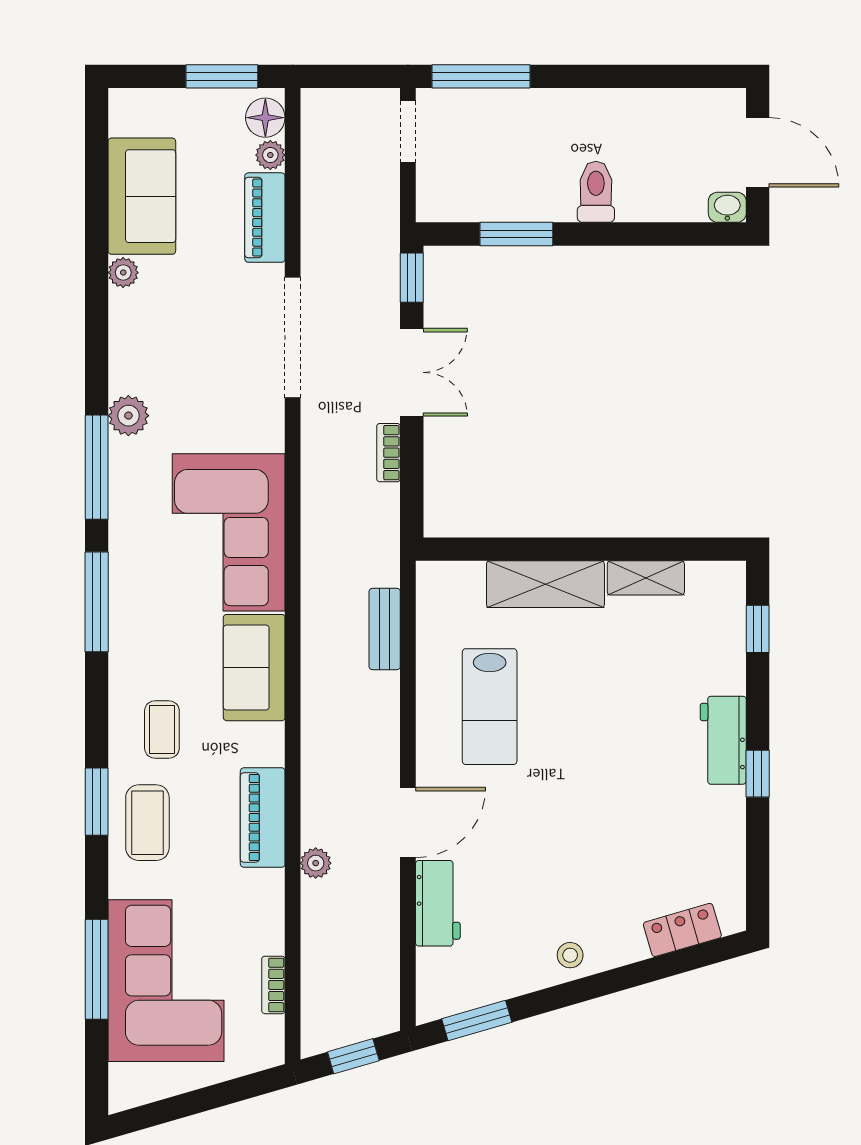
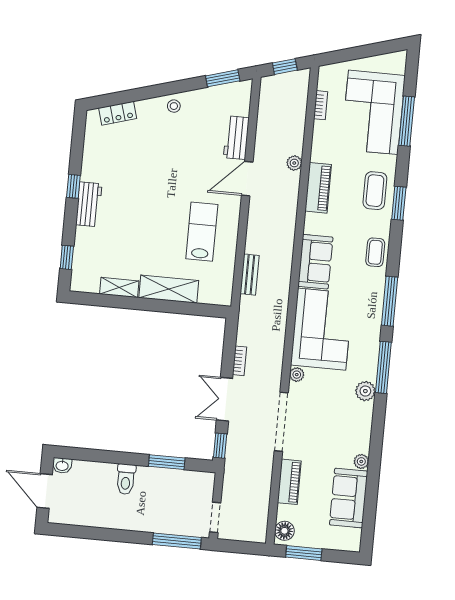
plant: (270, 155) -> (297, 375), moved
coffee table: (162, 729) -> (375, 252), moved

